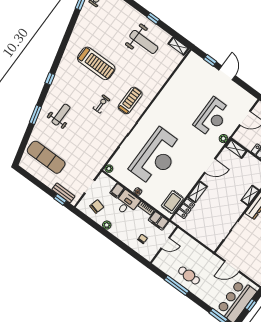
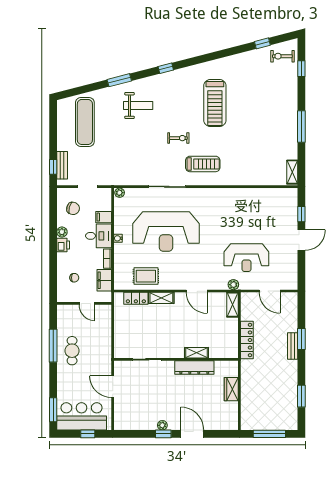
window: (153, 18) -> (301, 127), width x2.17
weight bench: (144, 42) -> (271, 135), removed
rug: (172, 202) -> (146, 276), moved
printer: (116, 231) -> (63, 245), added

